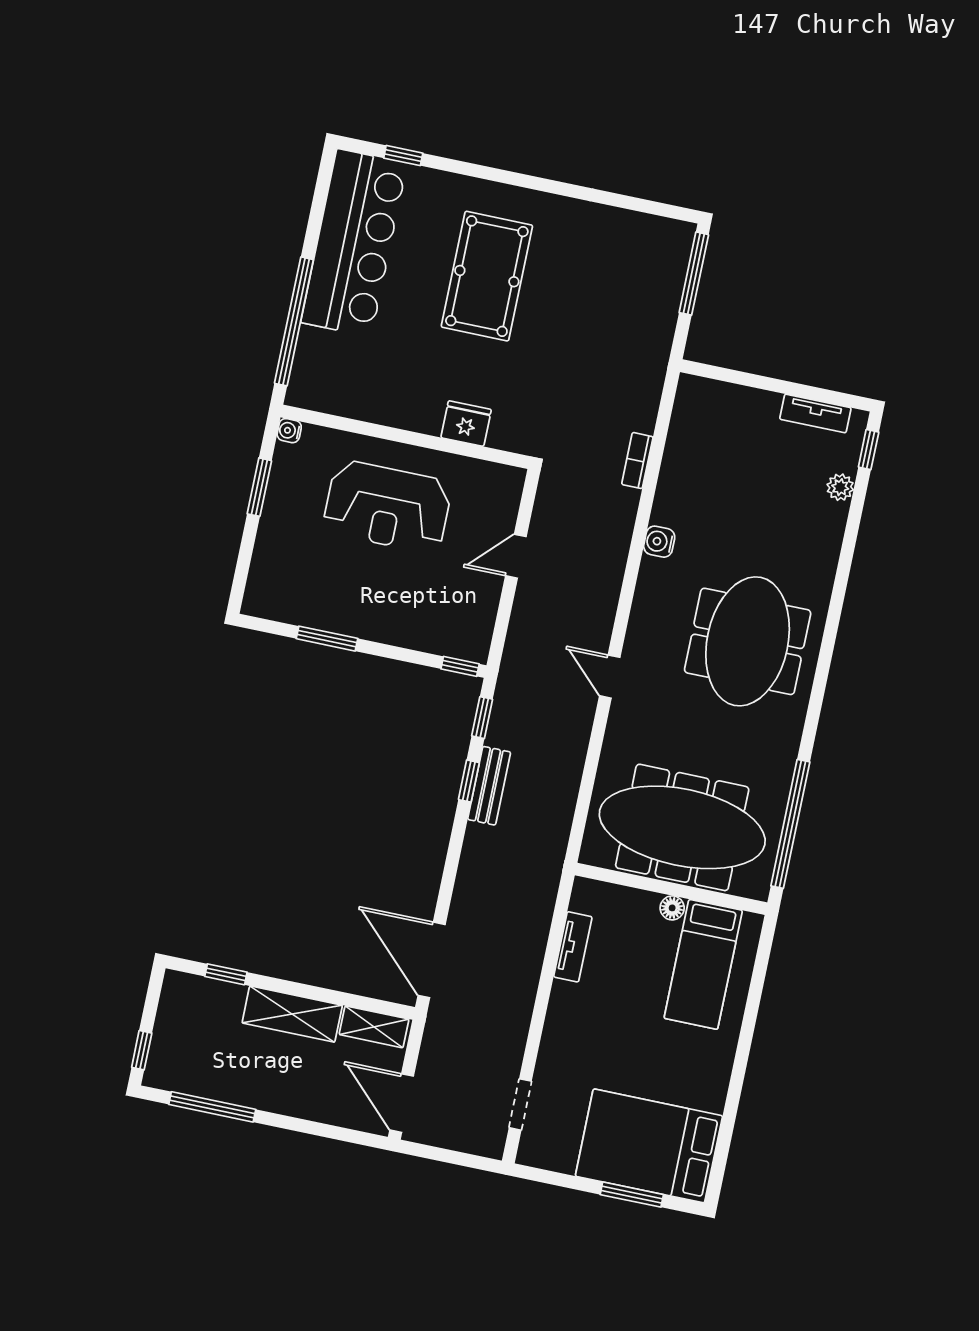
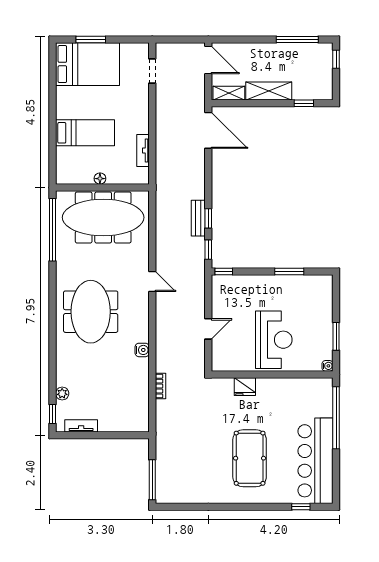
reception desk: (387, 507) -> (274, 340), turned 90
bed: (703, 964) -> (85, 133), moved, turned 90

